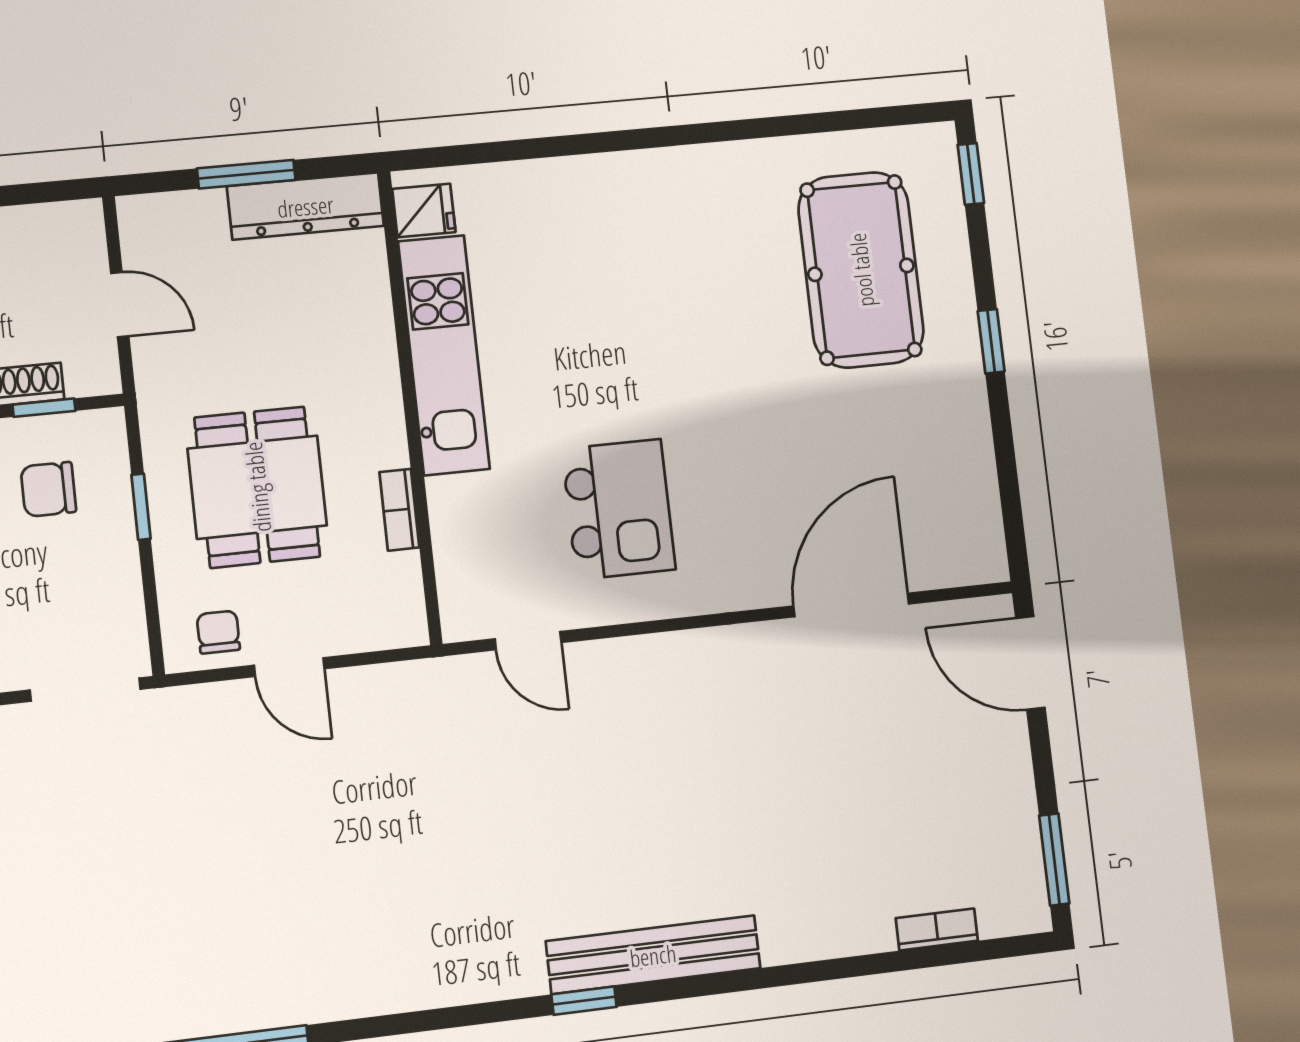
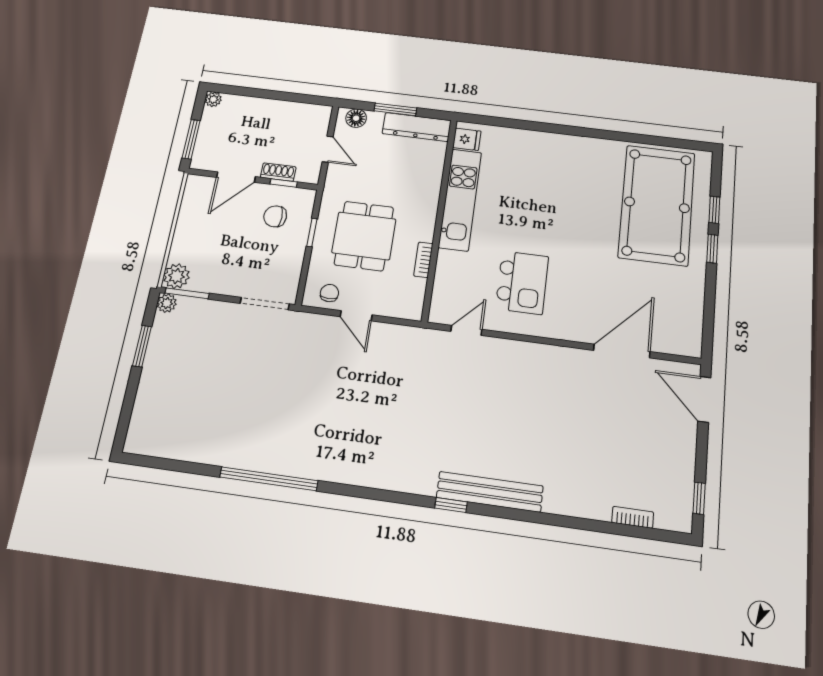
window: (971, 174) -> (714, 210), moved
floor lamp: (163, 215) -> (356, 118), added
pool table: (861, 270) -> (657, 205), width x1.36, depth x1.32
door: (528, 641) -> (466, 330), swing flipped
window: (1054, 860) -> (699, 498), width x0.67

